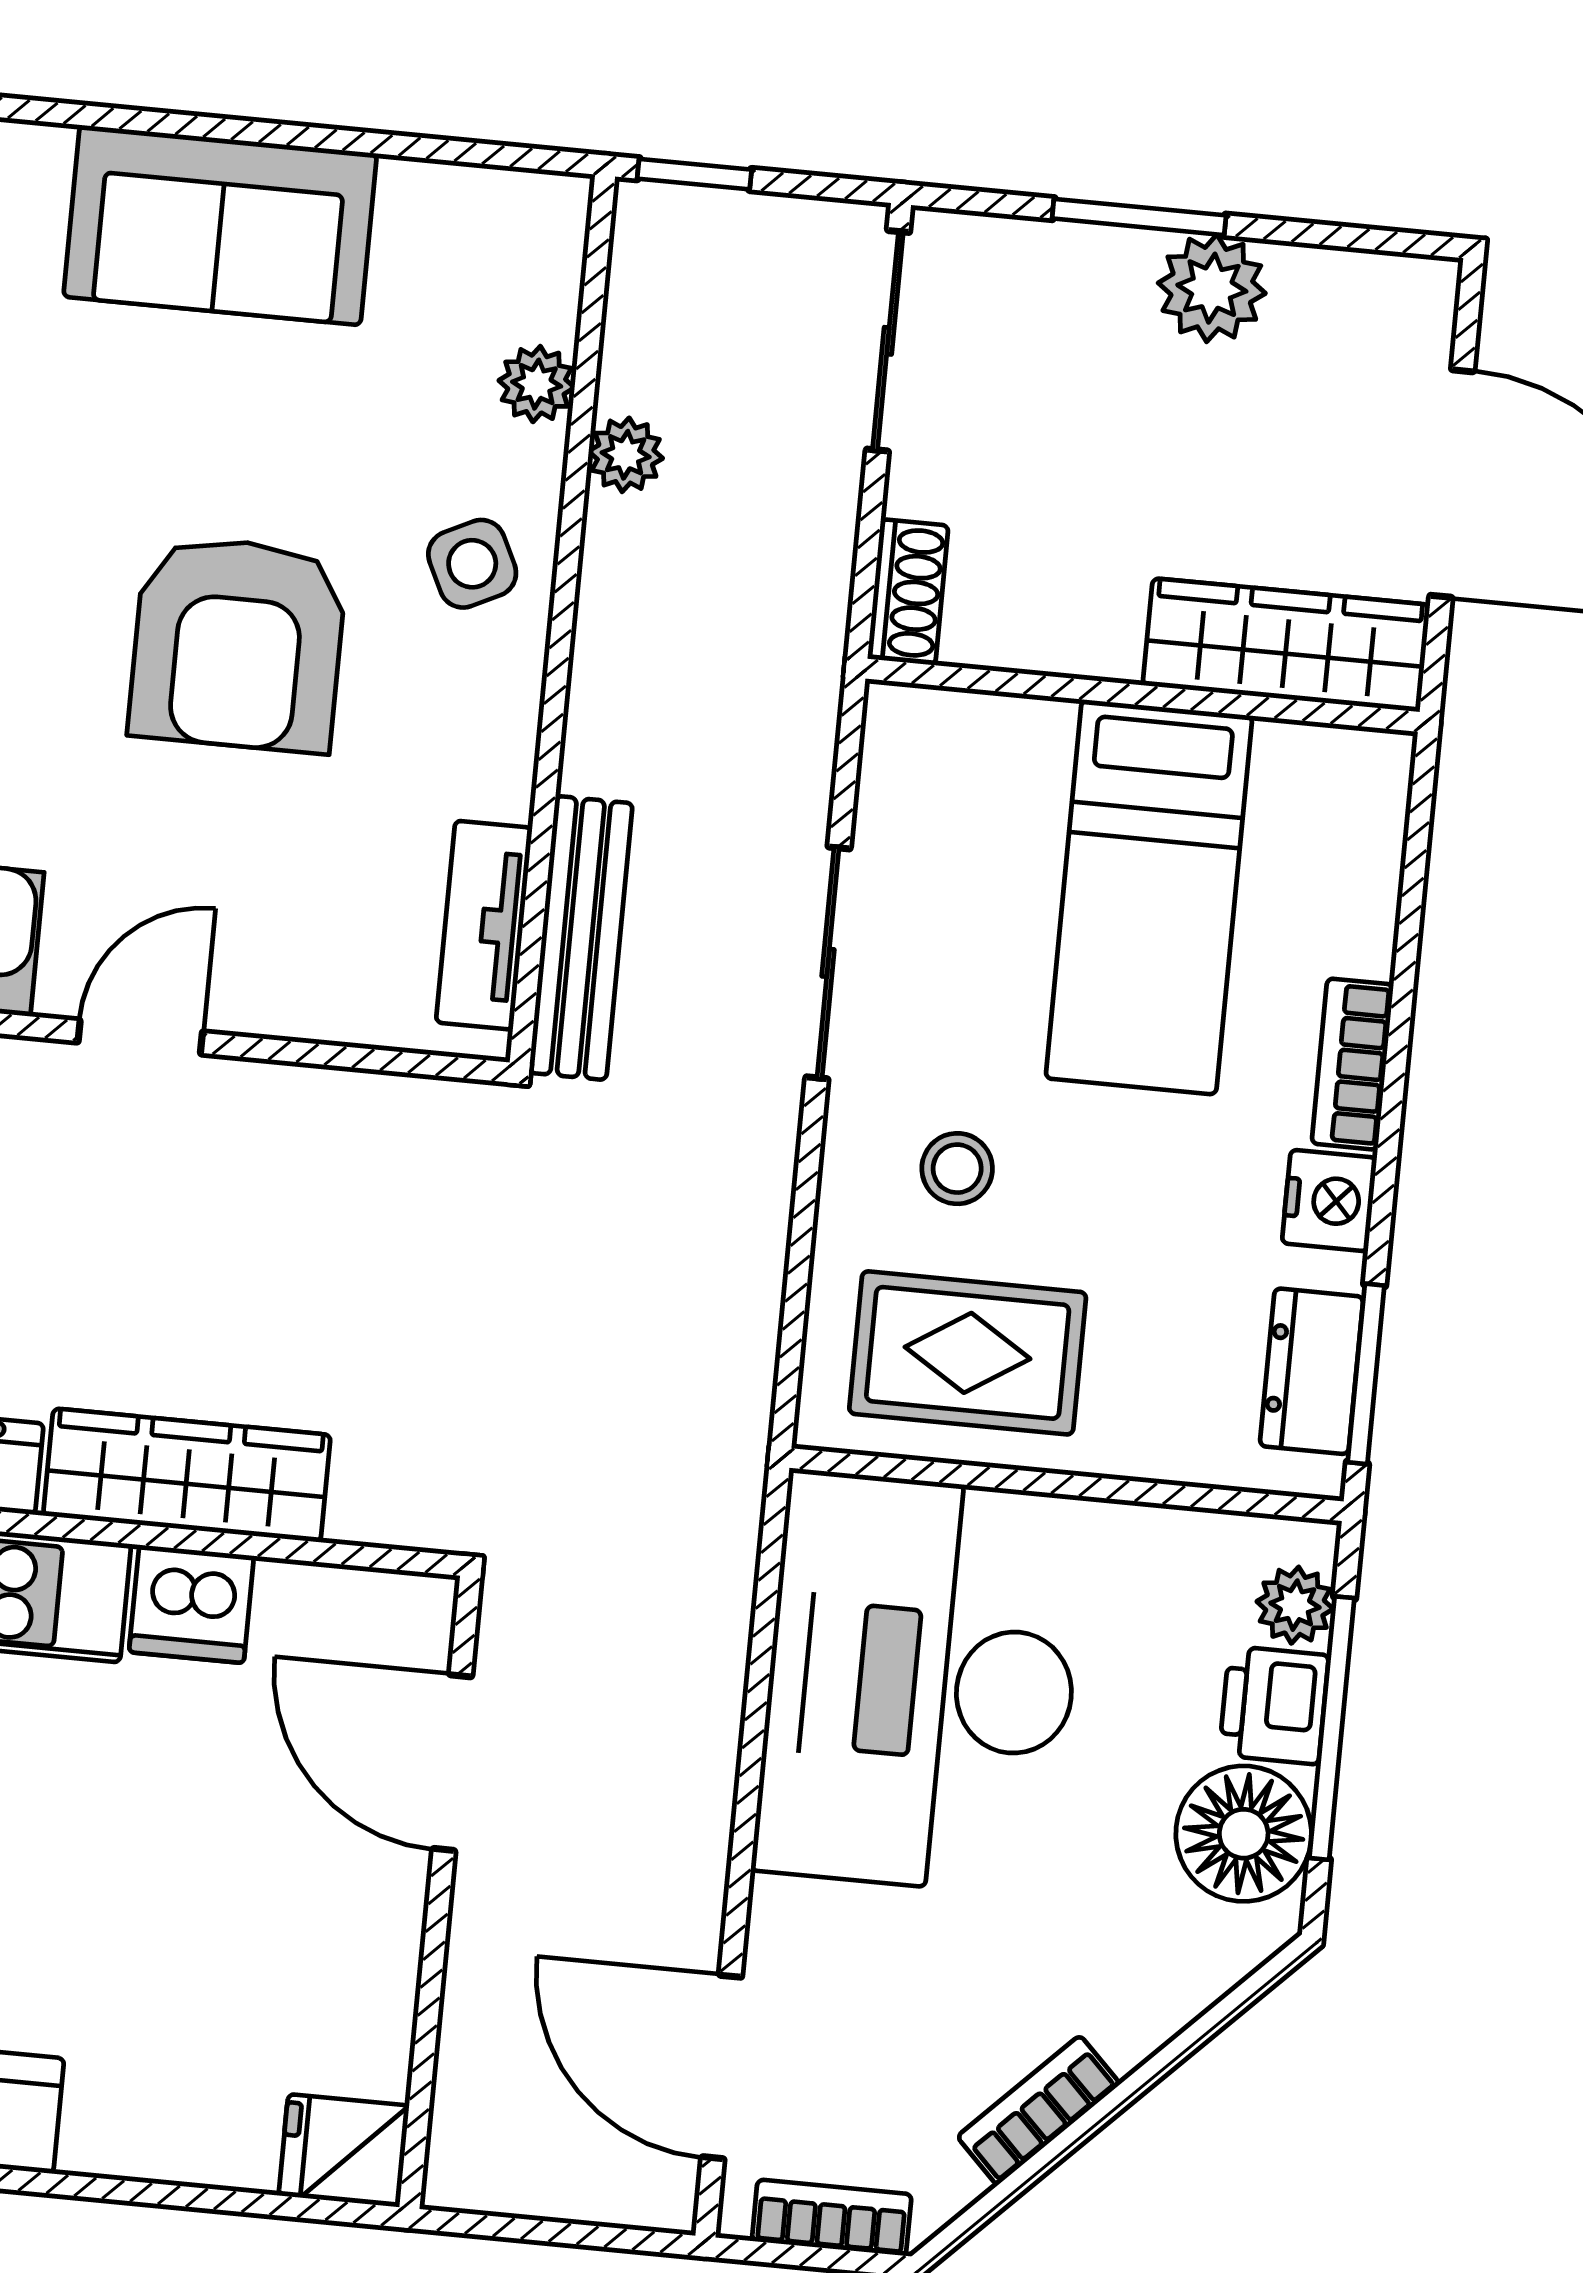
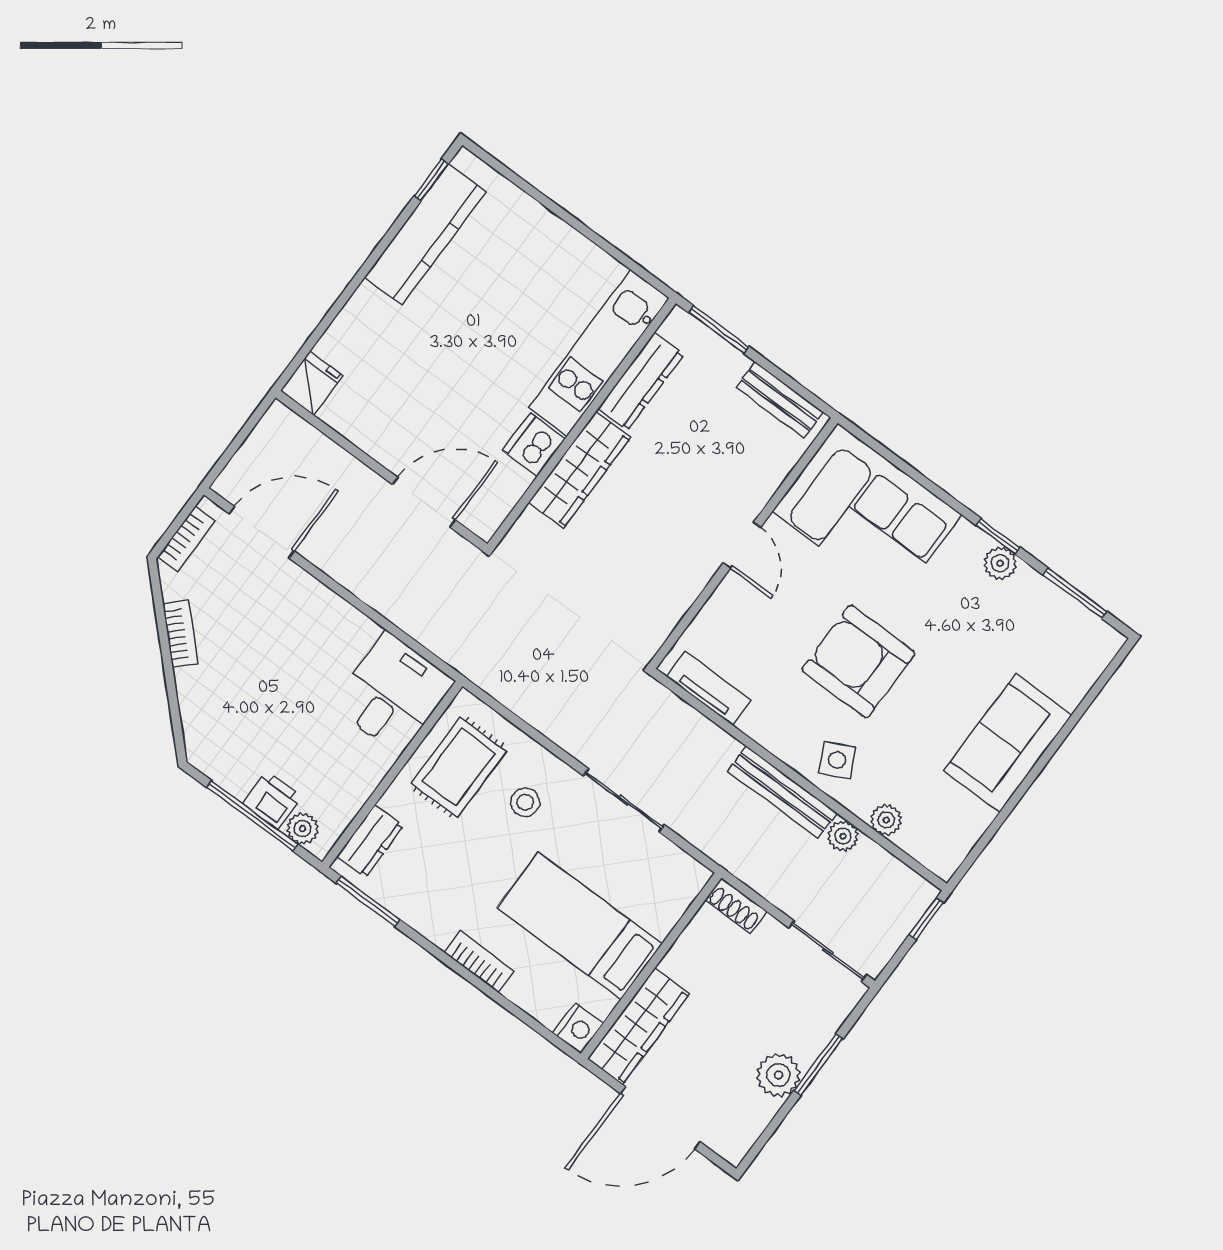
bench: (581, 938) -> (782, 792), moved
nightstand: (1329, 1201) -> (578, 1028), moved, turned -90
dresser: (1312, 1371) -> (370, 841), moved, turned 90
desk: (921, 1684) -> (393, 693), width x0.53, depth x0.77
floor lamp: (1244, 1834) -> (234, 763), removed

